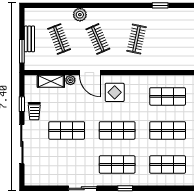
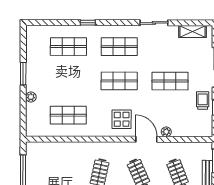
shelving: (51, 81) -> (192, 32), moved
shop shelf: (168, 130) -> (68, 81), removed
window: (125, 188) -> (88, 23), moved

